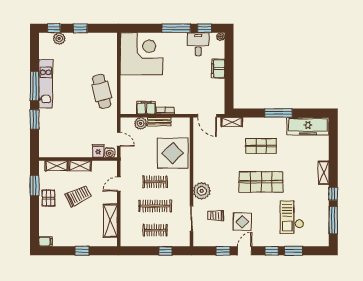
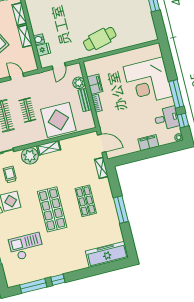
corner desk: (142, 54) -> (148, 81), moved, turned 90
door: (207, 116) -> (102, 143), swing flipped
freezer: (308, 126) -> (107, 254), moved, turned 90
water cooler: (110, 153) -> (39, 39), moved
shelving: (324, 173) -> (49, 148), moved

